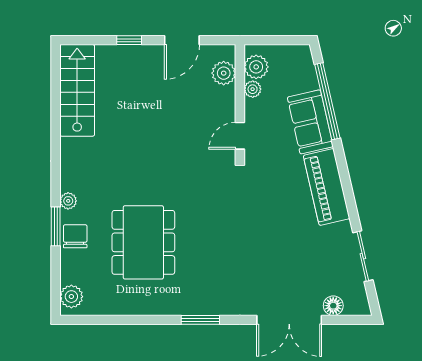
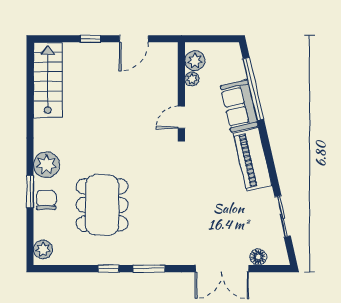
plant: (224, 73) -> (168, 66), removed
plant: (68, 201) -> (46, 165), width x1.87, depth x1.87
window: (151, 320) -> (108, 269), added

